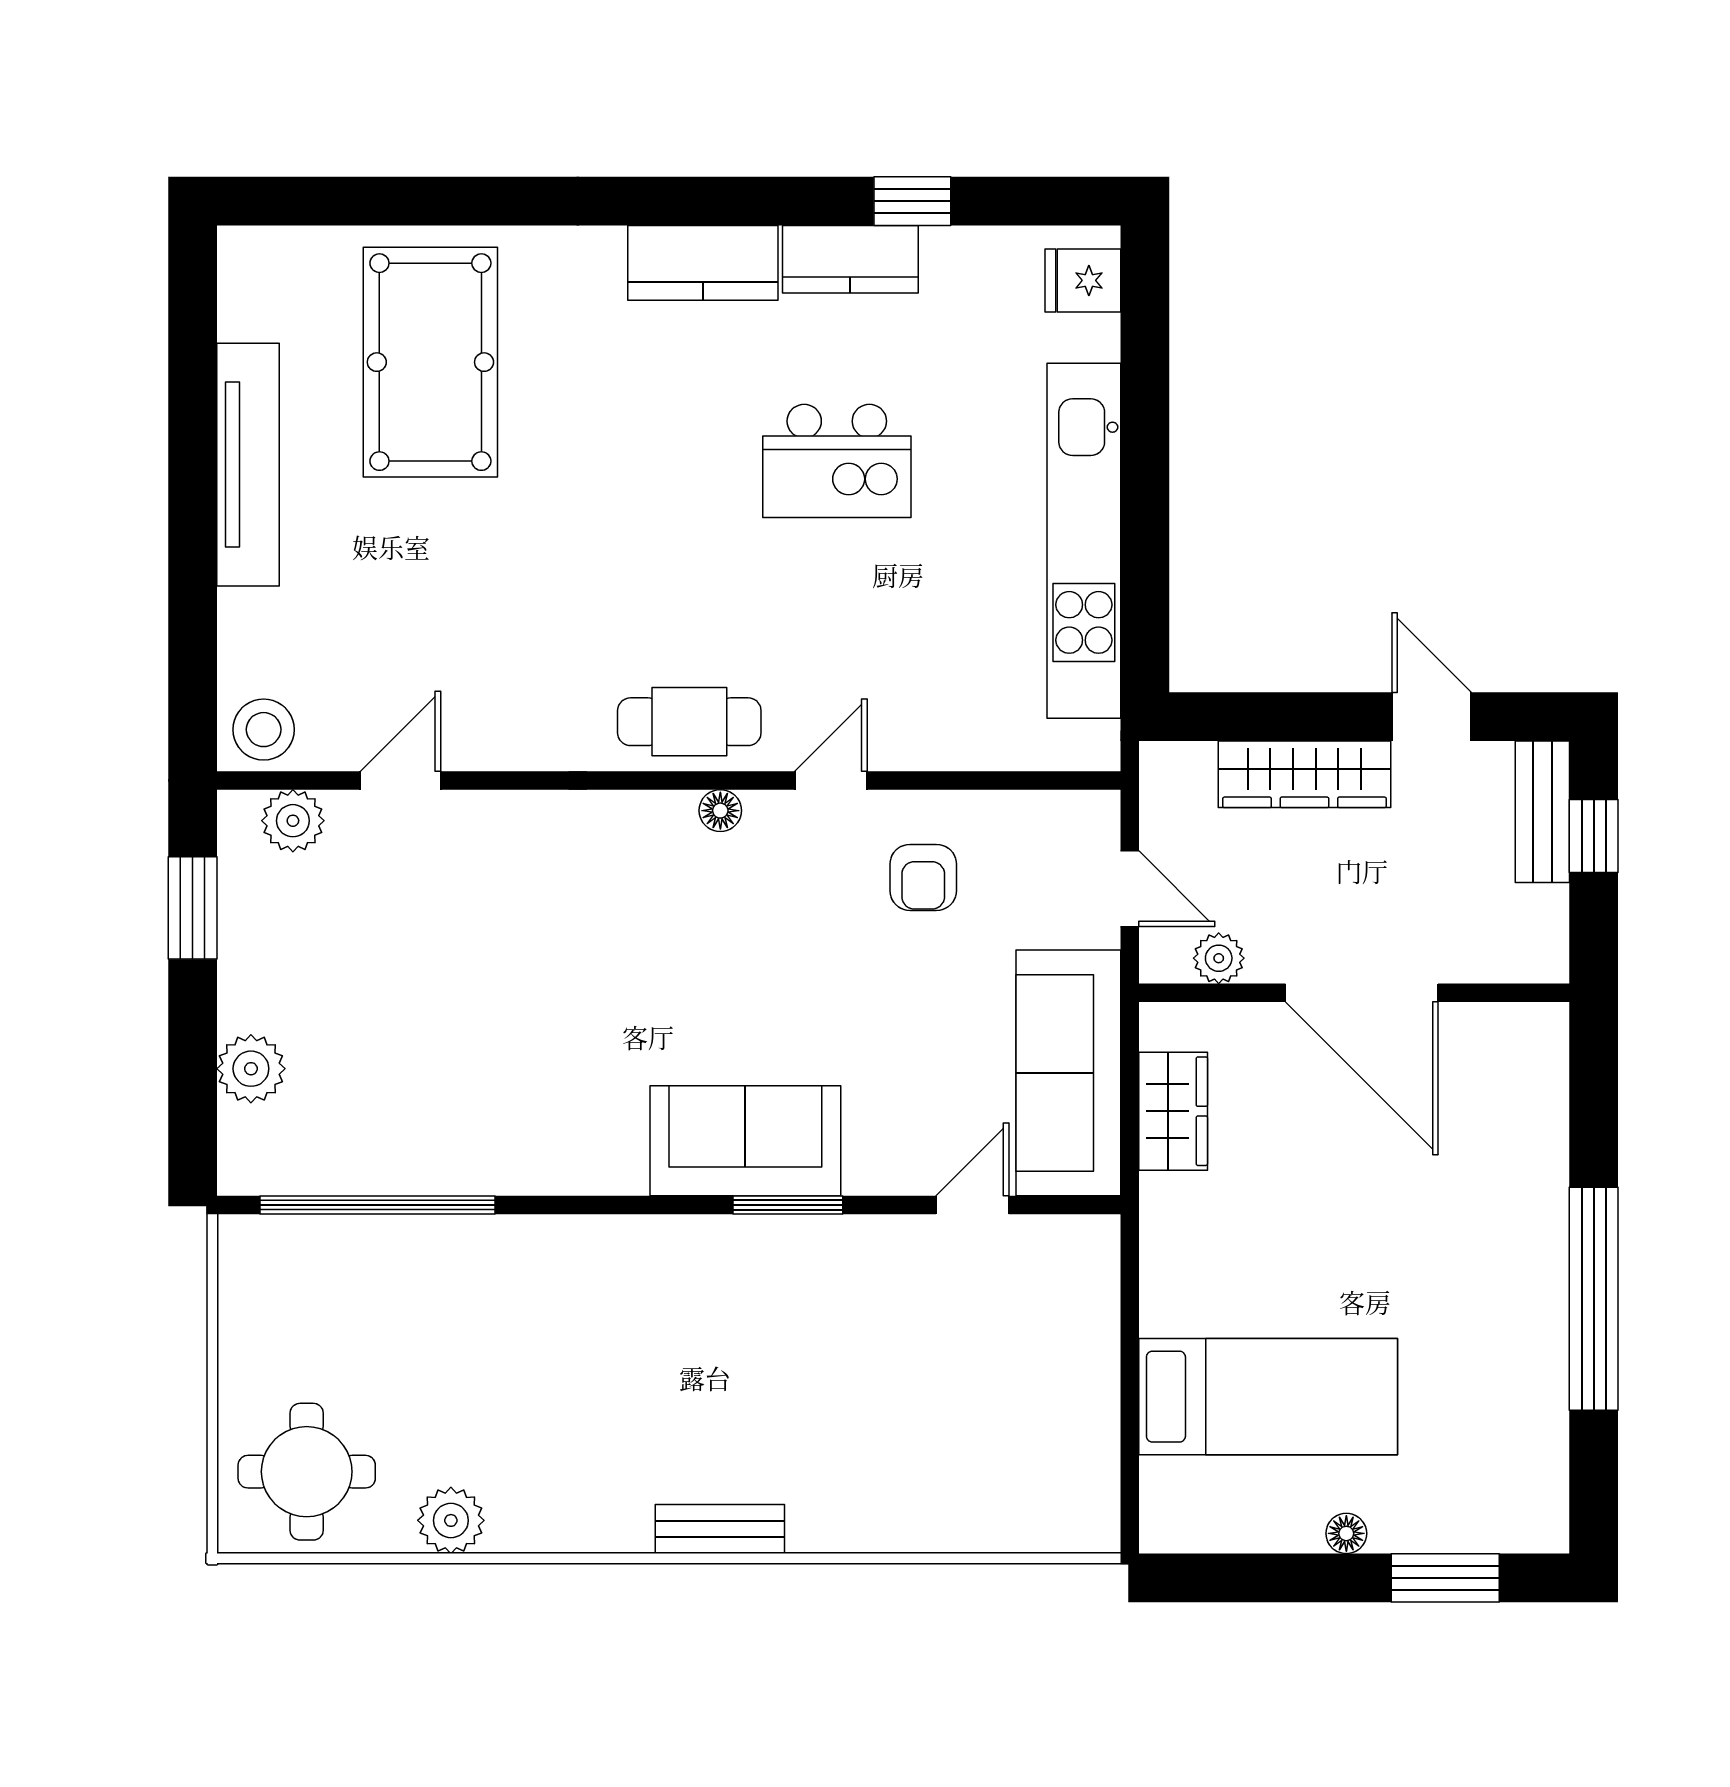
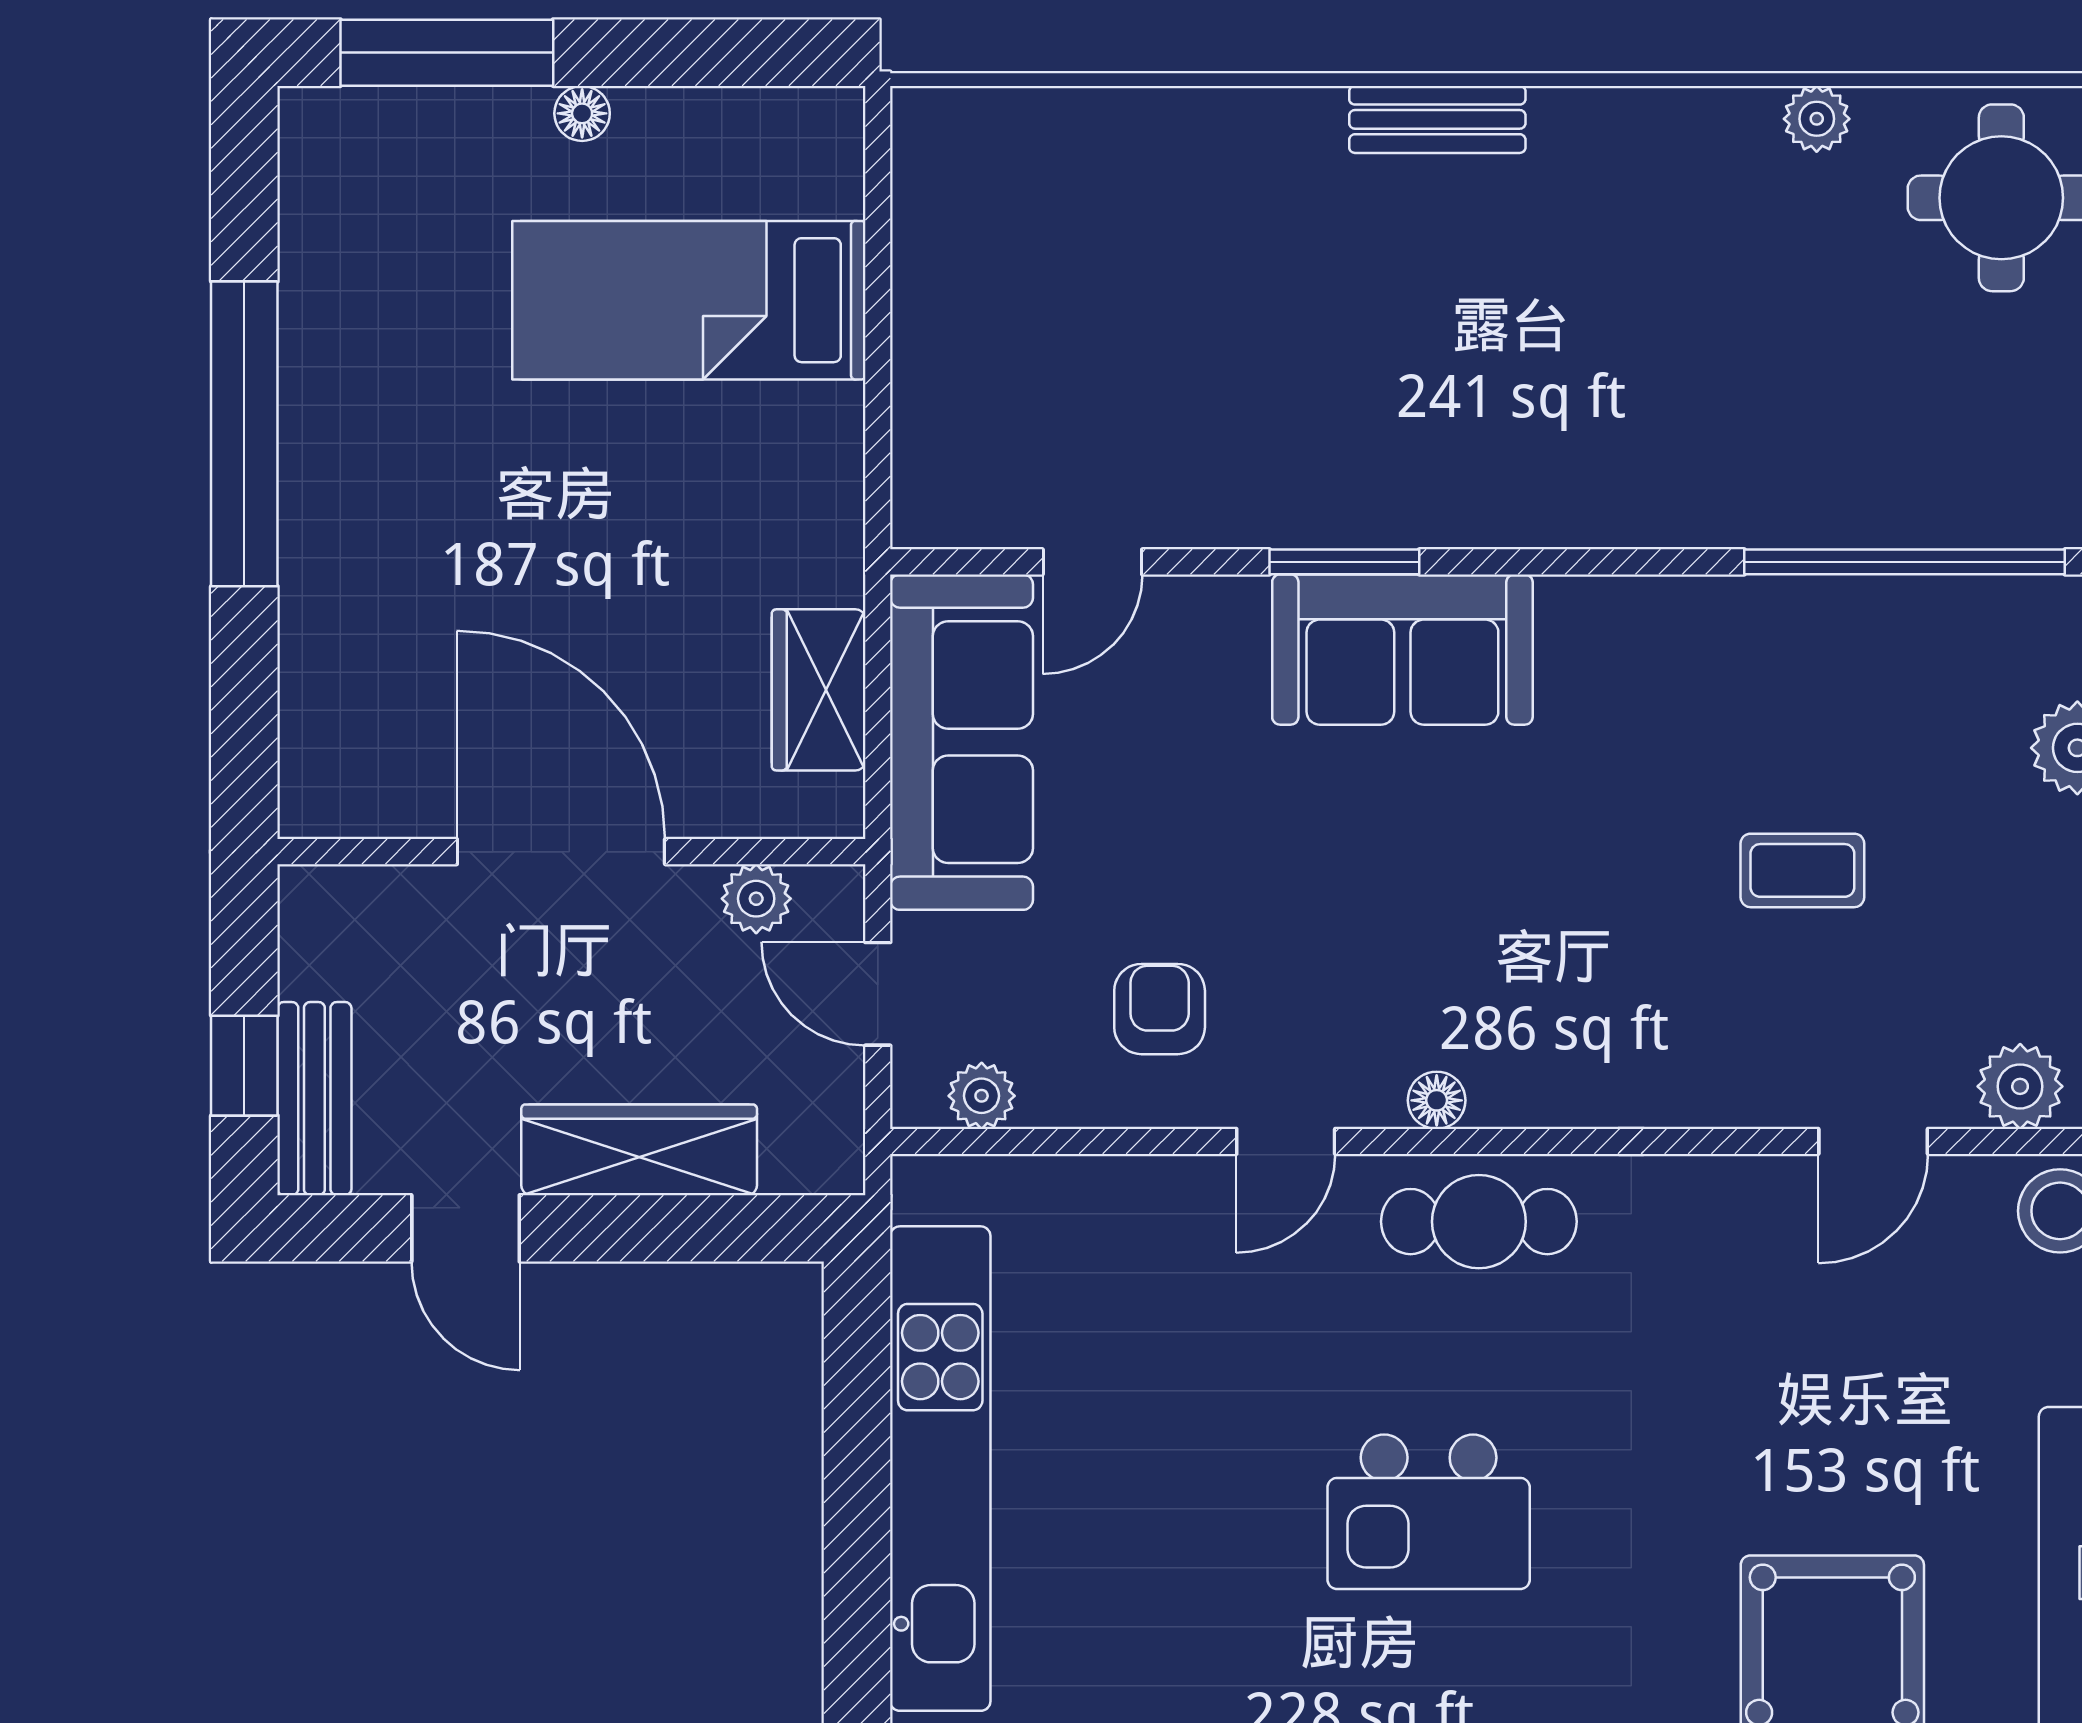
kitchen island: (837, 461) -> (1429, 1512), moved, turned 180
plant: (1054, 814) -> (982, 1096), added
coffee table: (452, 979) -> (1802, 870), added
plant: (451, 1520) -> (1817, 119), width x0.73, depth x0.73
window: (1445, 1578) -> (447, 53), width x1.44

